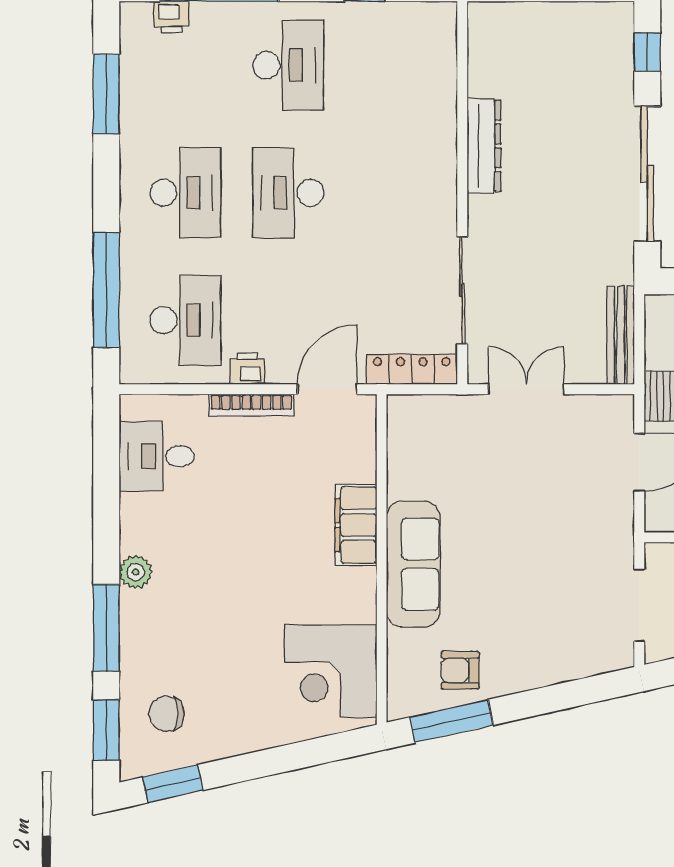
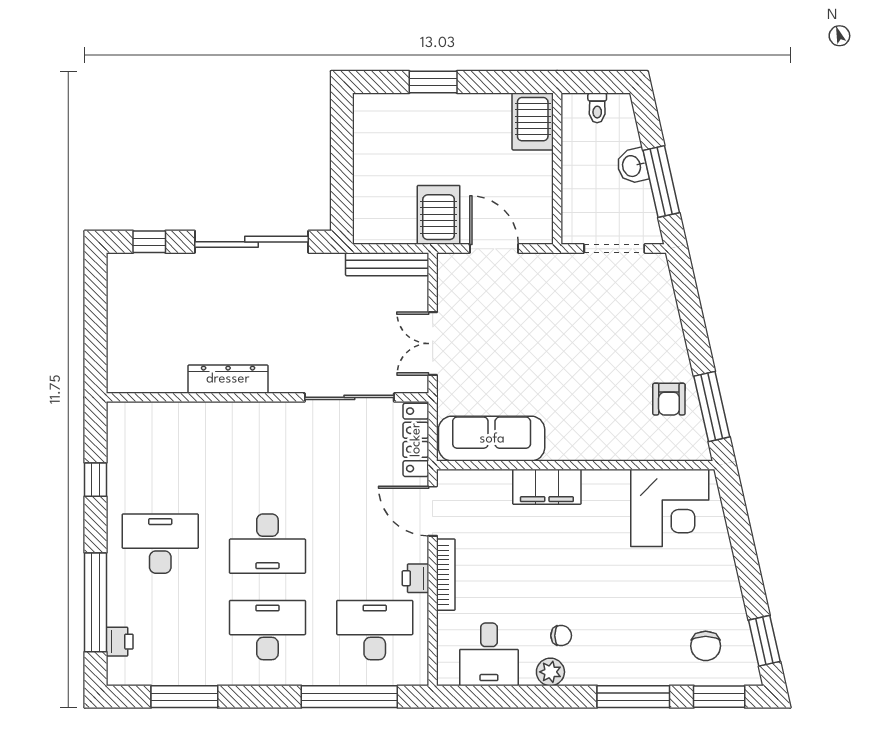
chair: (179, 542) -> (561, 636), added
sofa: (413, 564) -> (492, 439), moved
plant: (136, 572) -> (550, 672), moved

